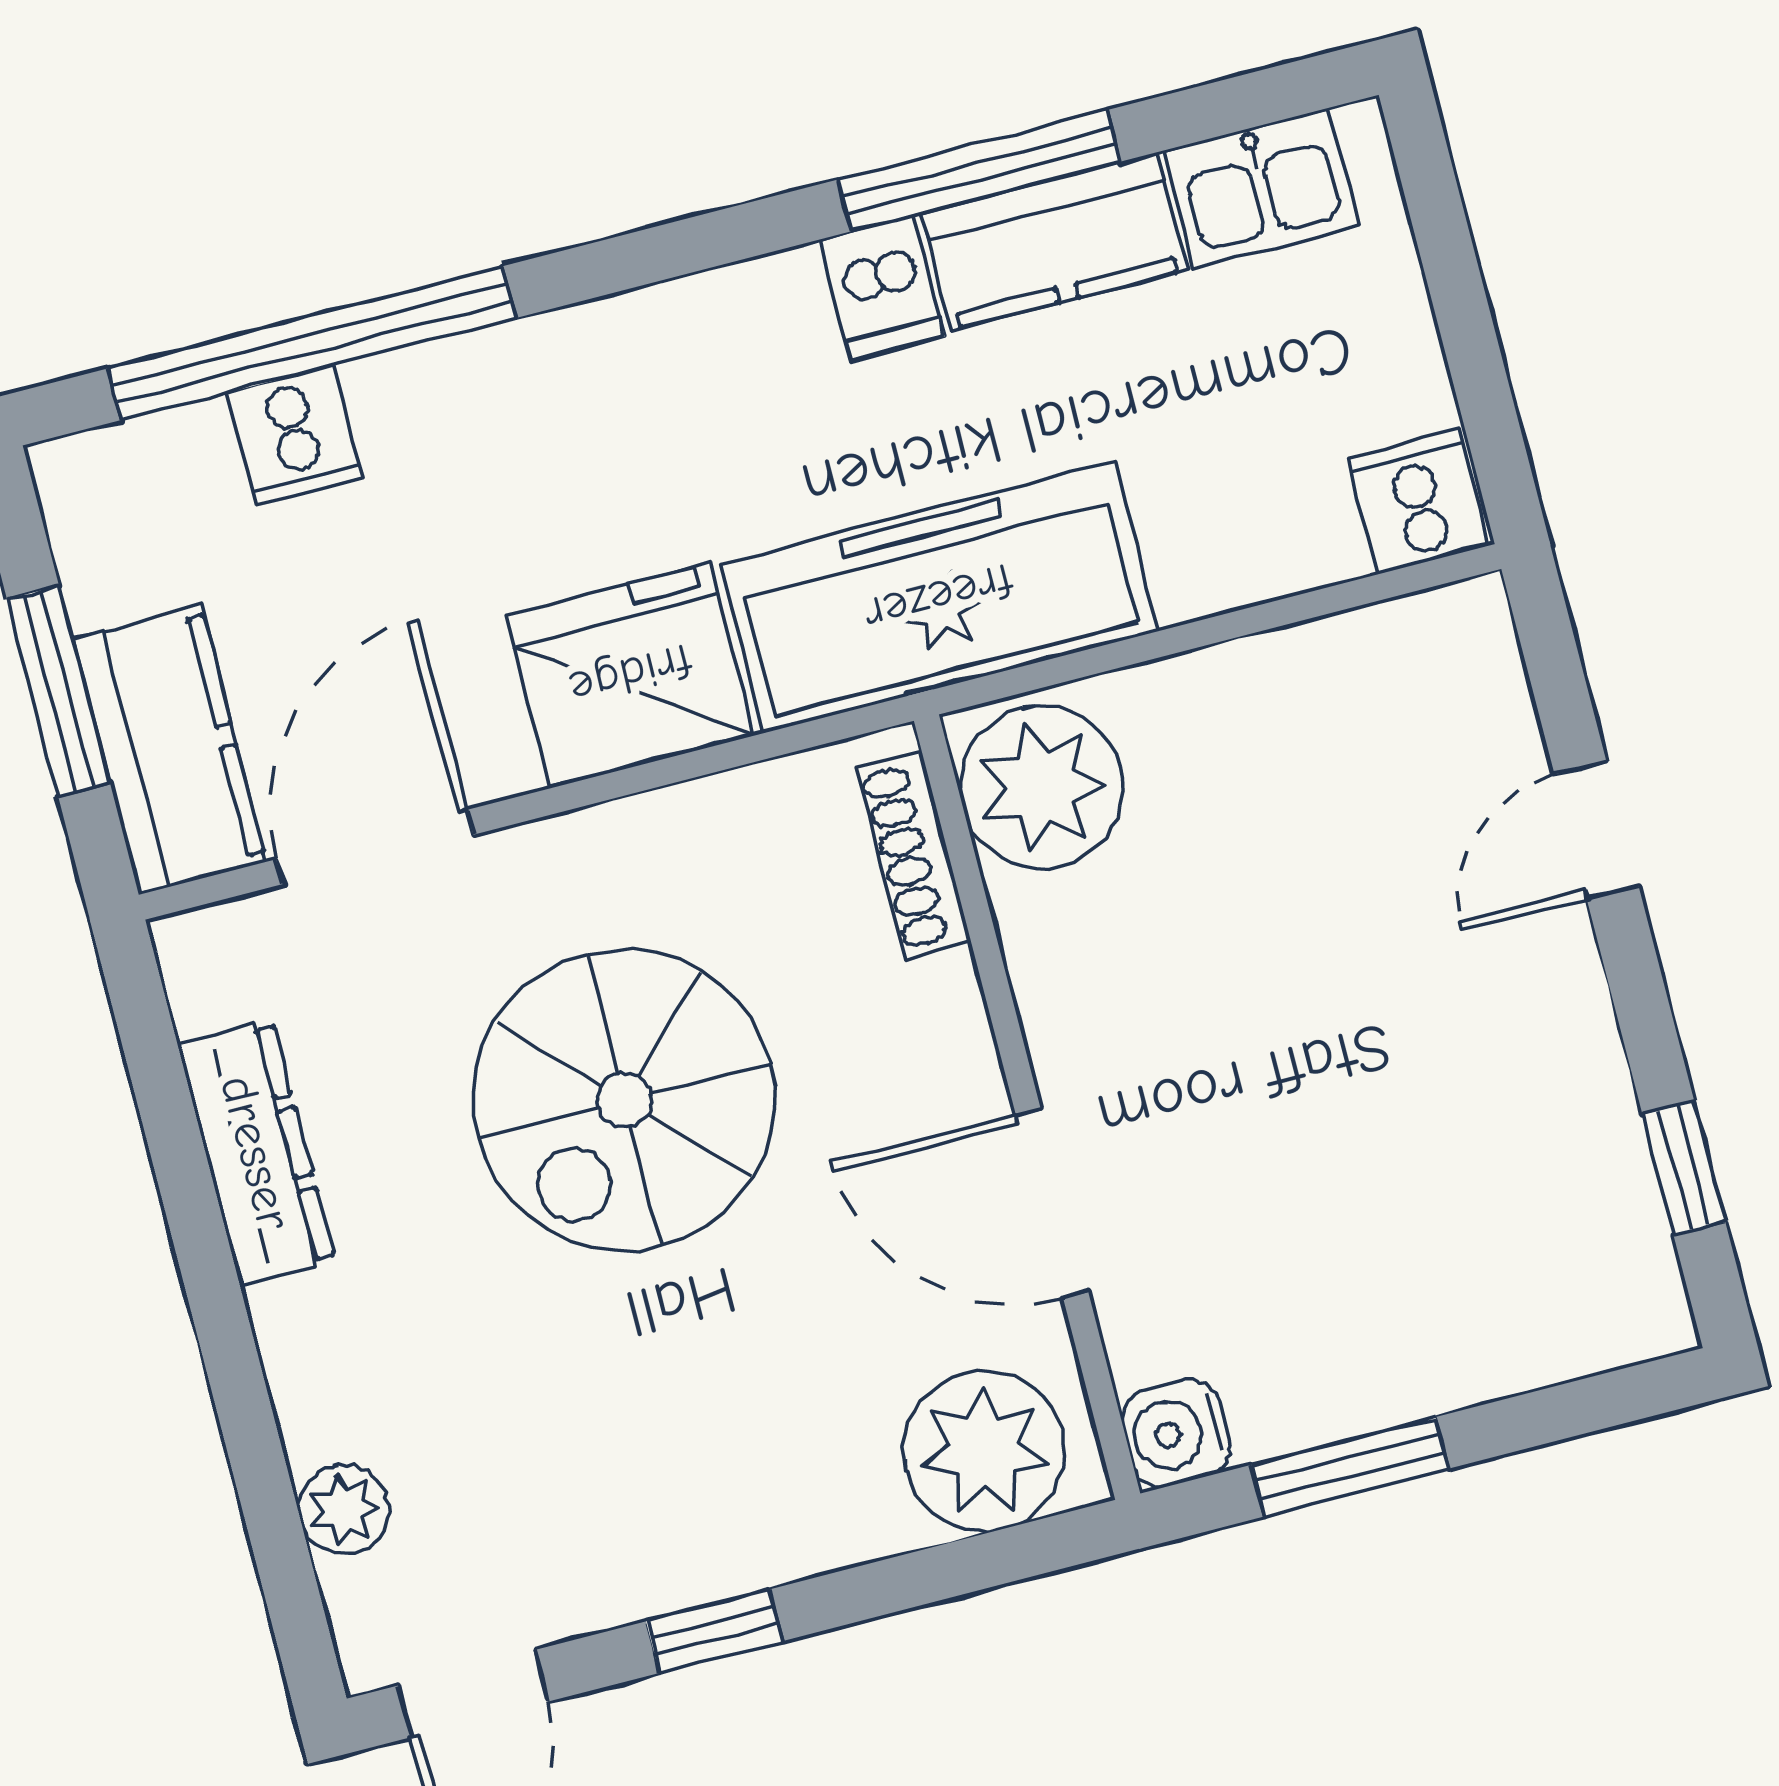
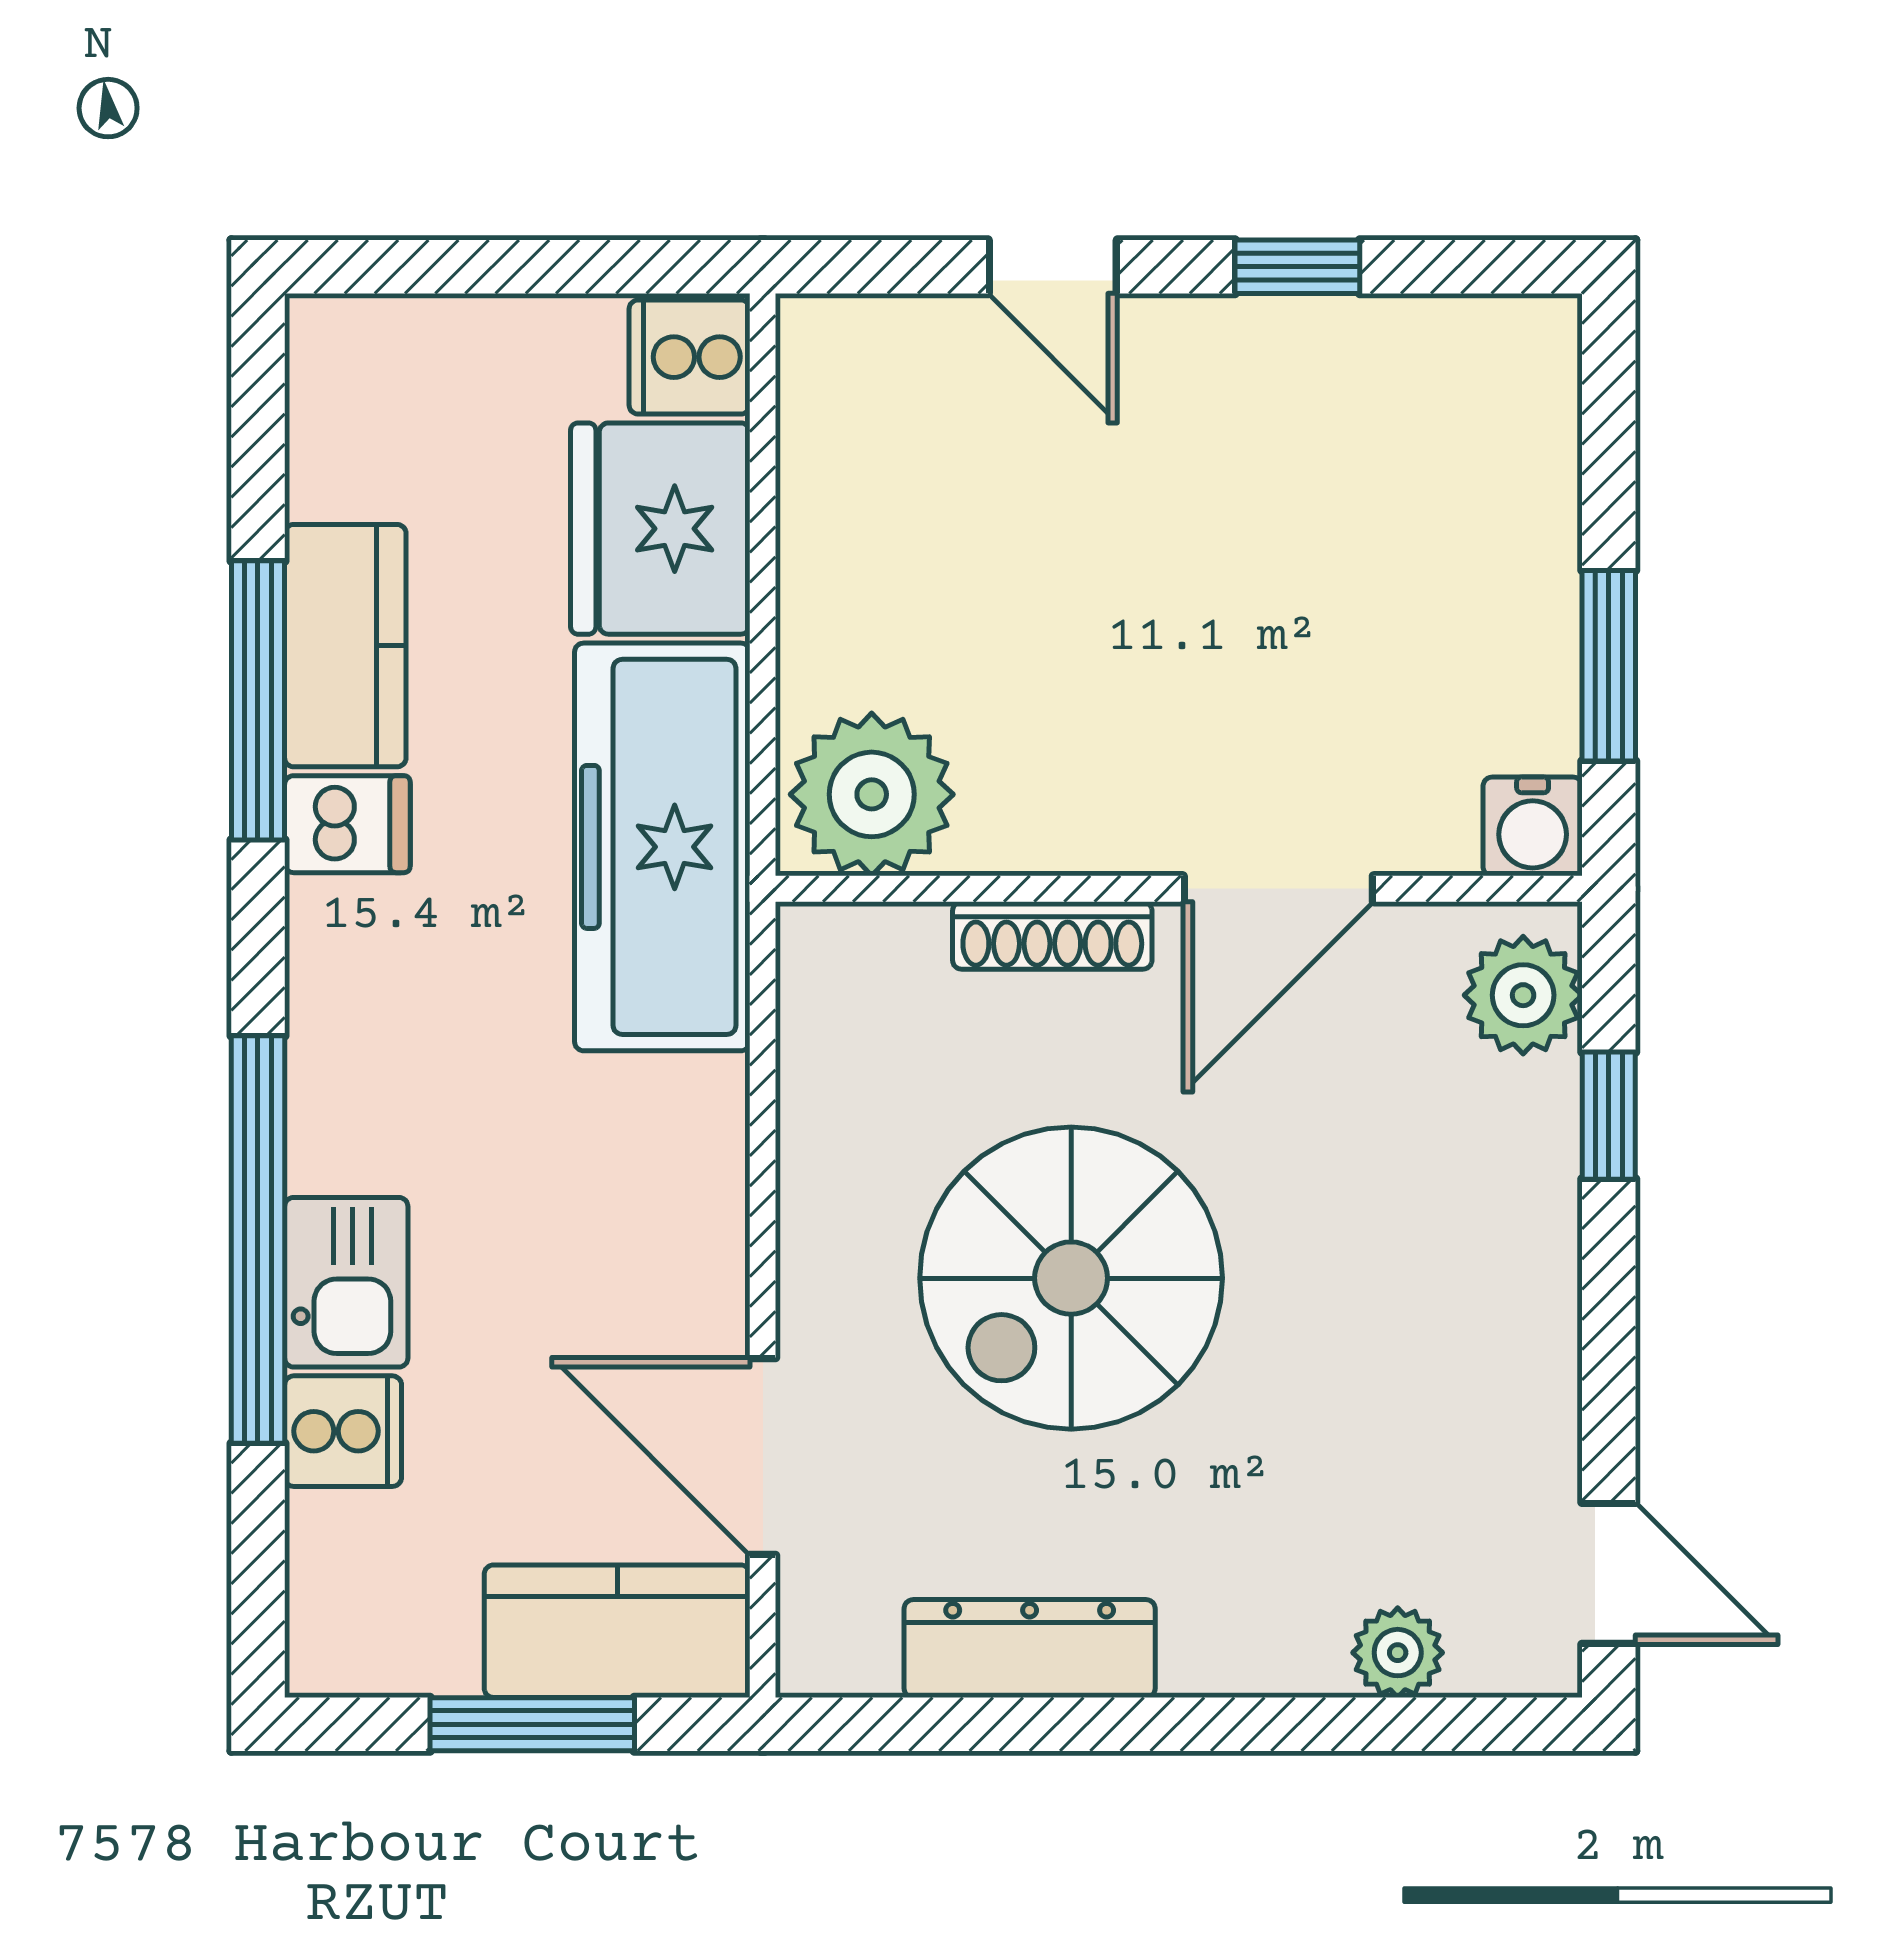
kitchen sink: (1261, 189) -> (346, 1282), moved
window: (312, 343) -> (258, 1240), moved
fridge: (630, 675) -> (660, 529), moved
shoe rack: (914, 855) -> (1052, 935), moved
spiral stairs: (624, 1100) -> (1071, 1278), turned 90
window: (1684, 1168) -> (1297, 267), moved
plant: (984, 1451) -> (1523, 995), width x0.73, depth x0.73
window: (714, 1631) -> (1609, 1116), moved

